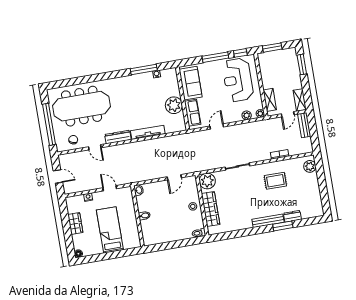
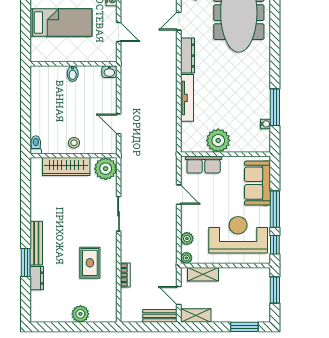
sofa: (191, 83) -> (257, 183), moved, turned 90
plant: (310, 166) -> (80, 314), moved
door: (110, 188) -> (119, 32), hinge flipped

